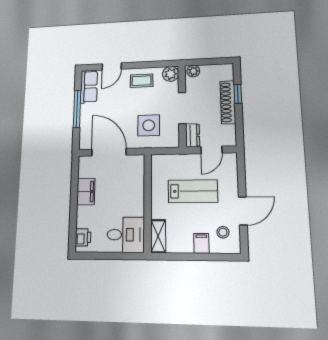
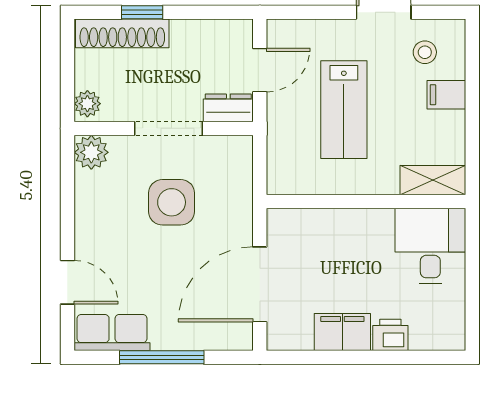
coffee table: (142, 81) -> (104, 215), removed
shoe rack: (228, 102) -> (122, 33), moved
side table: (149, 125) -> (172, 202), moved
door: (211, 150) -> (260, 70), hinge flipped
lab bench: (193, 191) -> (344, 110), turned 180
printer: (83, 237) -> (390, 335), moved

